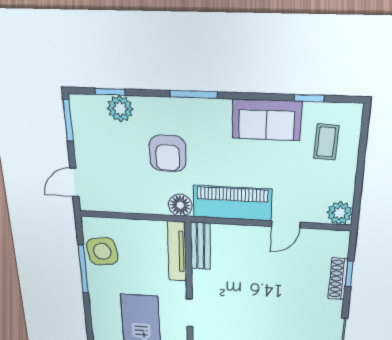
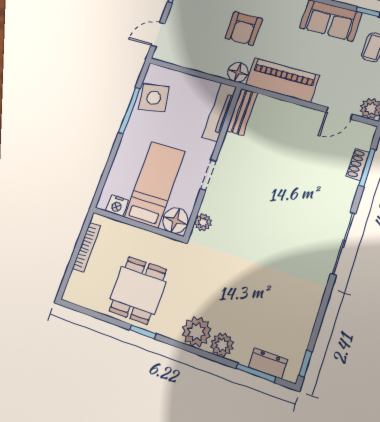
door: (286, 224) -> (339, 113), moved
window: (349, 274) -> (367, 168), width x1.50
shoe rack: (338, 279) -> (358, 164), width x0.70

